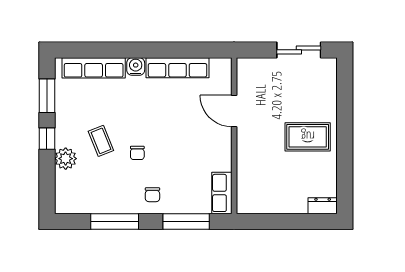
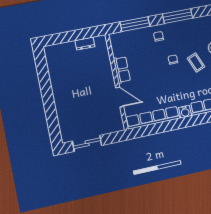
row of seats: (177, 68) -> (153, 118), width x1.36
rug: (308, 137) -> (71, 90), removed
row of seats: (222, 193) -> (122, 70), moved
dresser: (323, 206) -> (85, 44), moved

